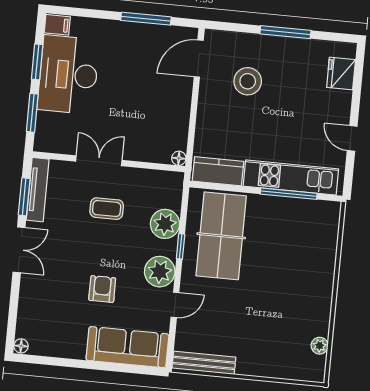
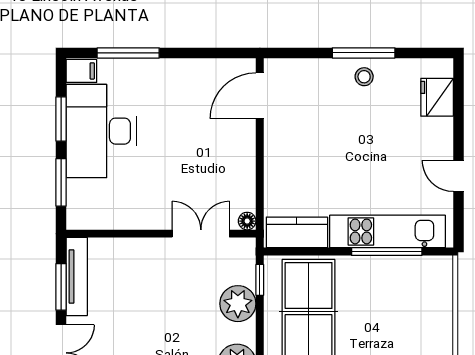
window: (146, 19) -> (128, 53), moved
stool: (248, 81) -> (364, 77), moved, width x0.53, depth x0.53
double door: (99, 161) -> (201, 234), moved
coffee table: (107, 209) -> (164, 292), removed
window: (181, 246) -> (260, 280), moved

